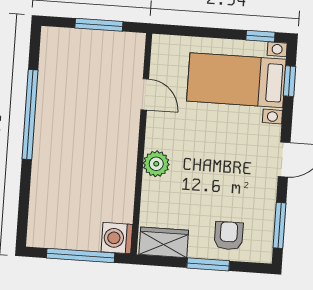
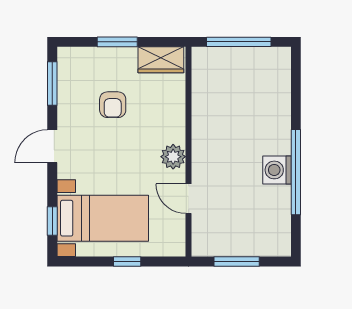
window: (260, 36) -> (127, 262), moved
plant: (156, 164) -> (173, 157), moved
armchair: (229, 236) -> (113, 105), moved
washing machine: (117, 238) -> (277, 170), moved, turned 180

